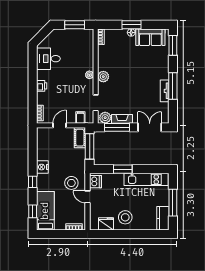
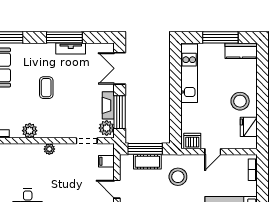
coffee table: (135, 73) -> (46, 88), added
plant: (103, 77) -> (30, 131), moved
cot: (80, 138) -> (147, 162), moved
window: (123, 169) -> (175, 105), removed
stool: (71, 183) -> (178, 177), moved

